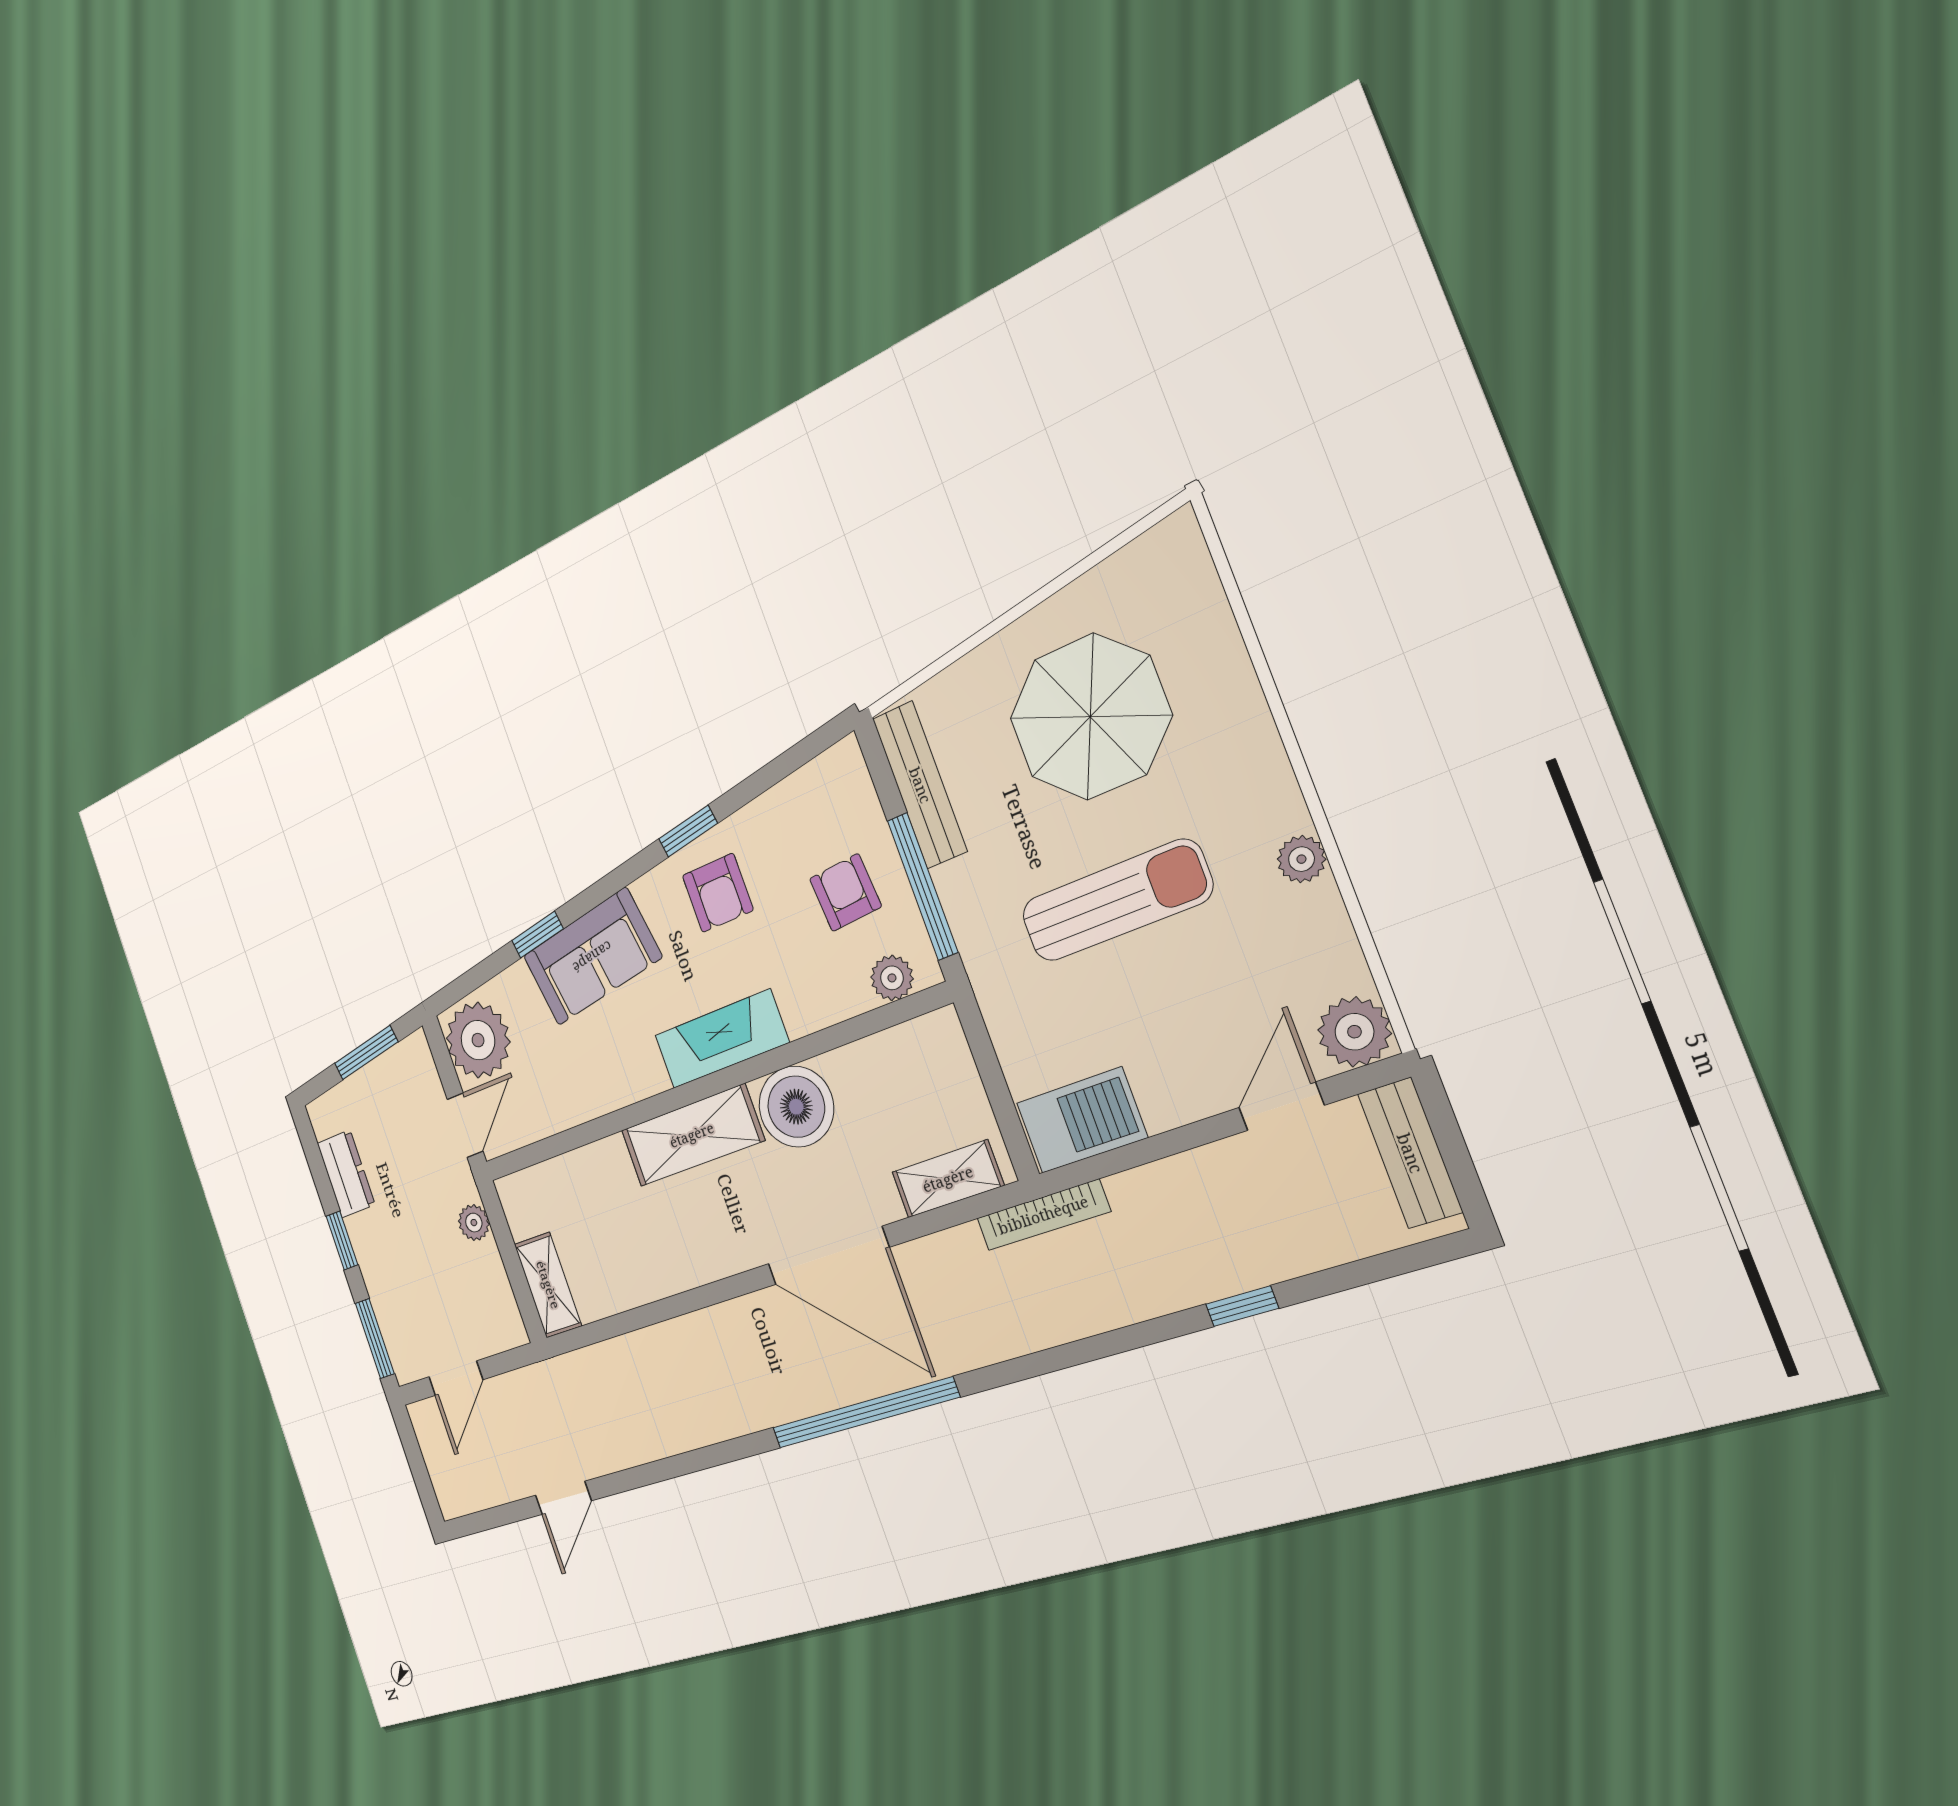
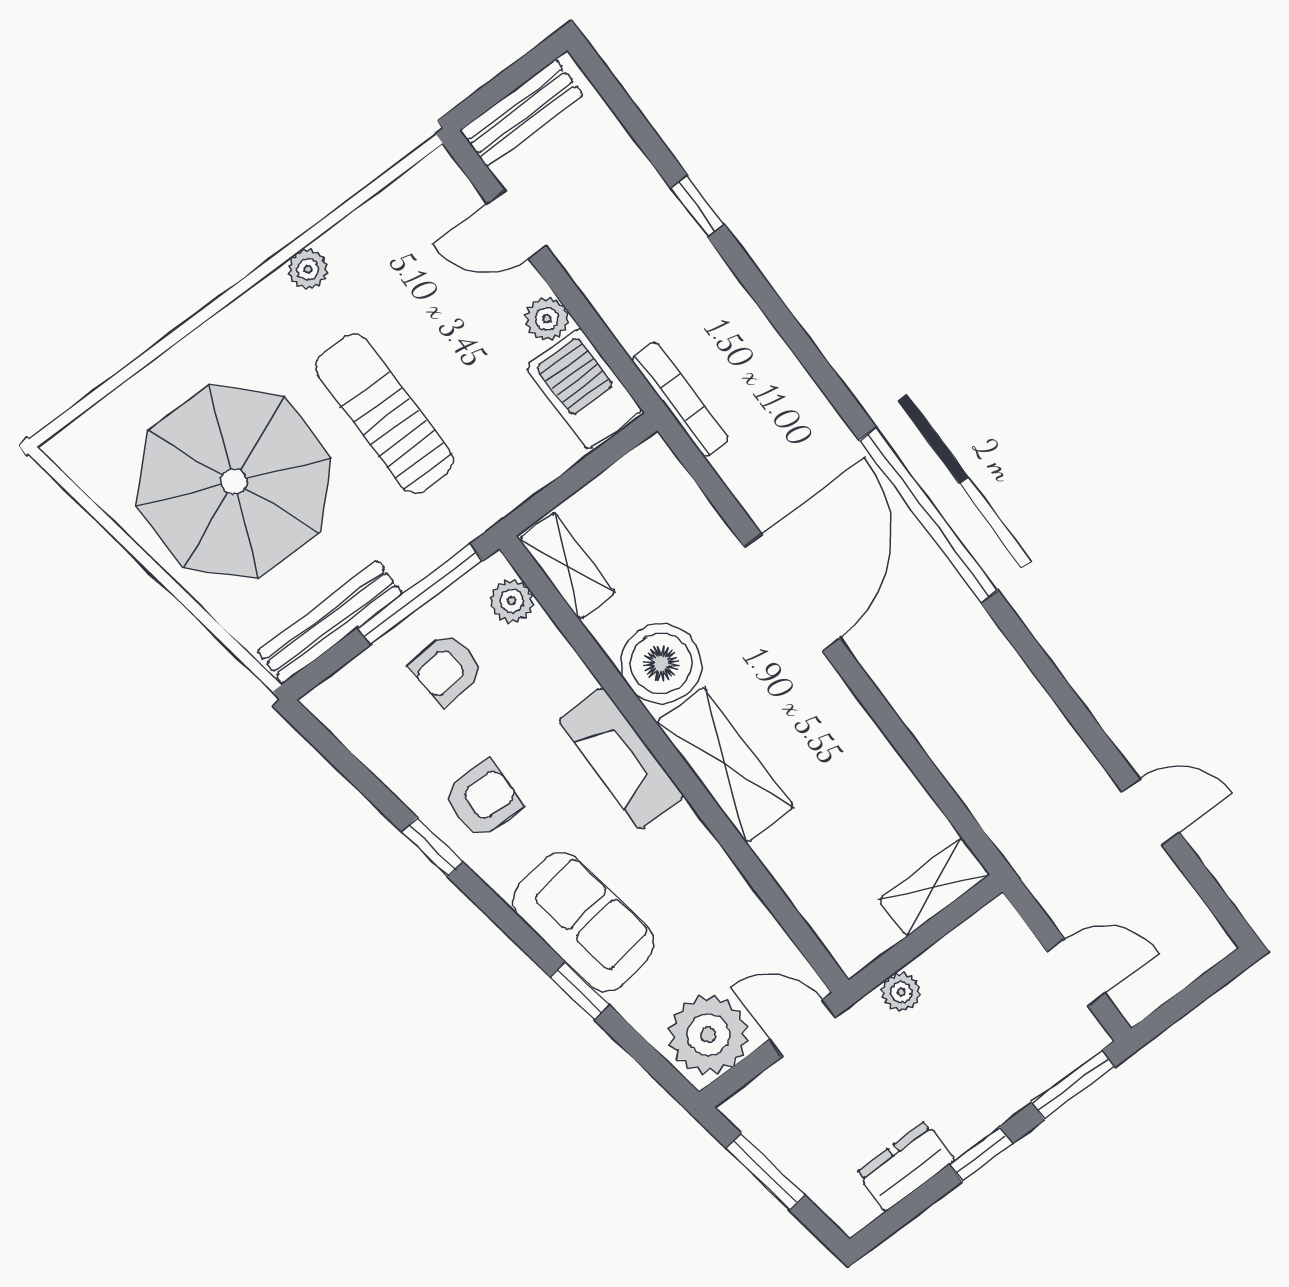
parasol: (1090, 717) -> (234, 482), width x1.36, depth x1.36
plant: (1354, 1032) -> (547, 319), moved, width x0.73, depth x0.73
shelving: (948, 1179) -> (567, 566), moved

